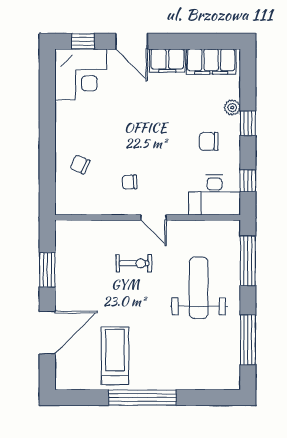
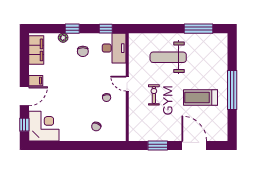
filing cabinet: (167, 61) -> (36, 81), width x0.50
door: (154, 217) -> (127, 84), swing flipped
window: (248, 261) -> (152, 29), removed
treadmill: (115, 356) -> (200, 97), moved

